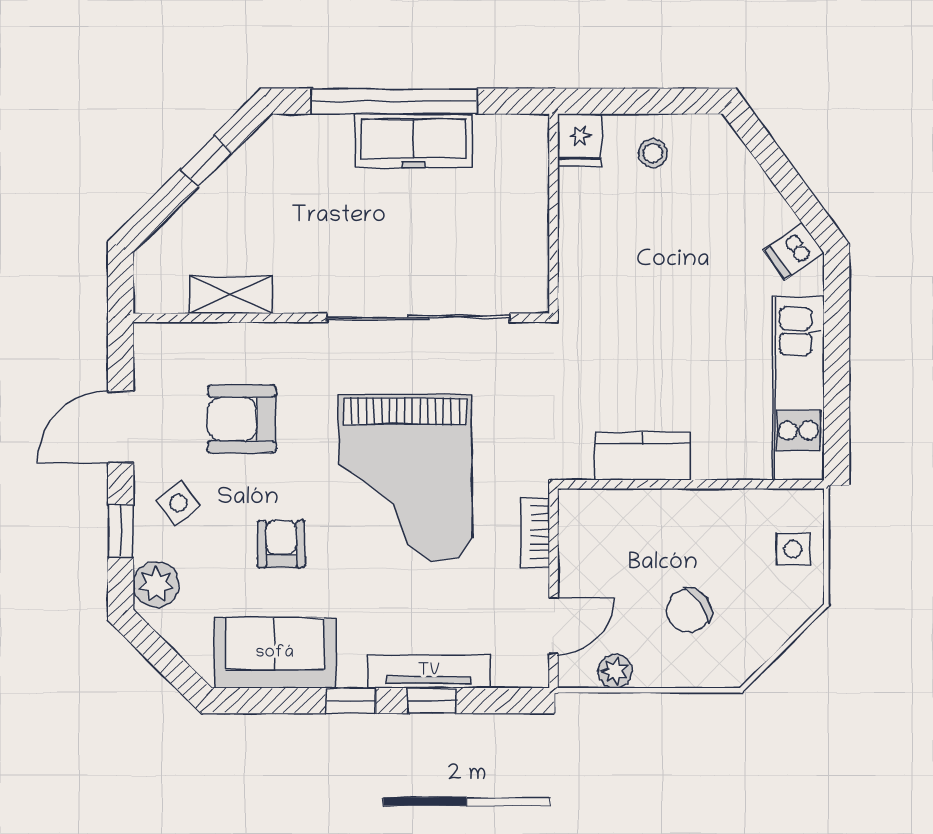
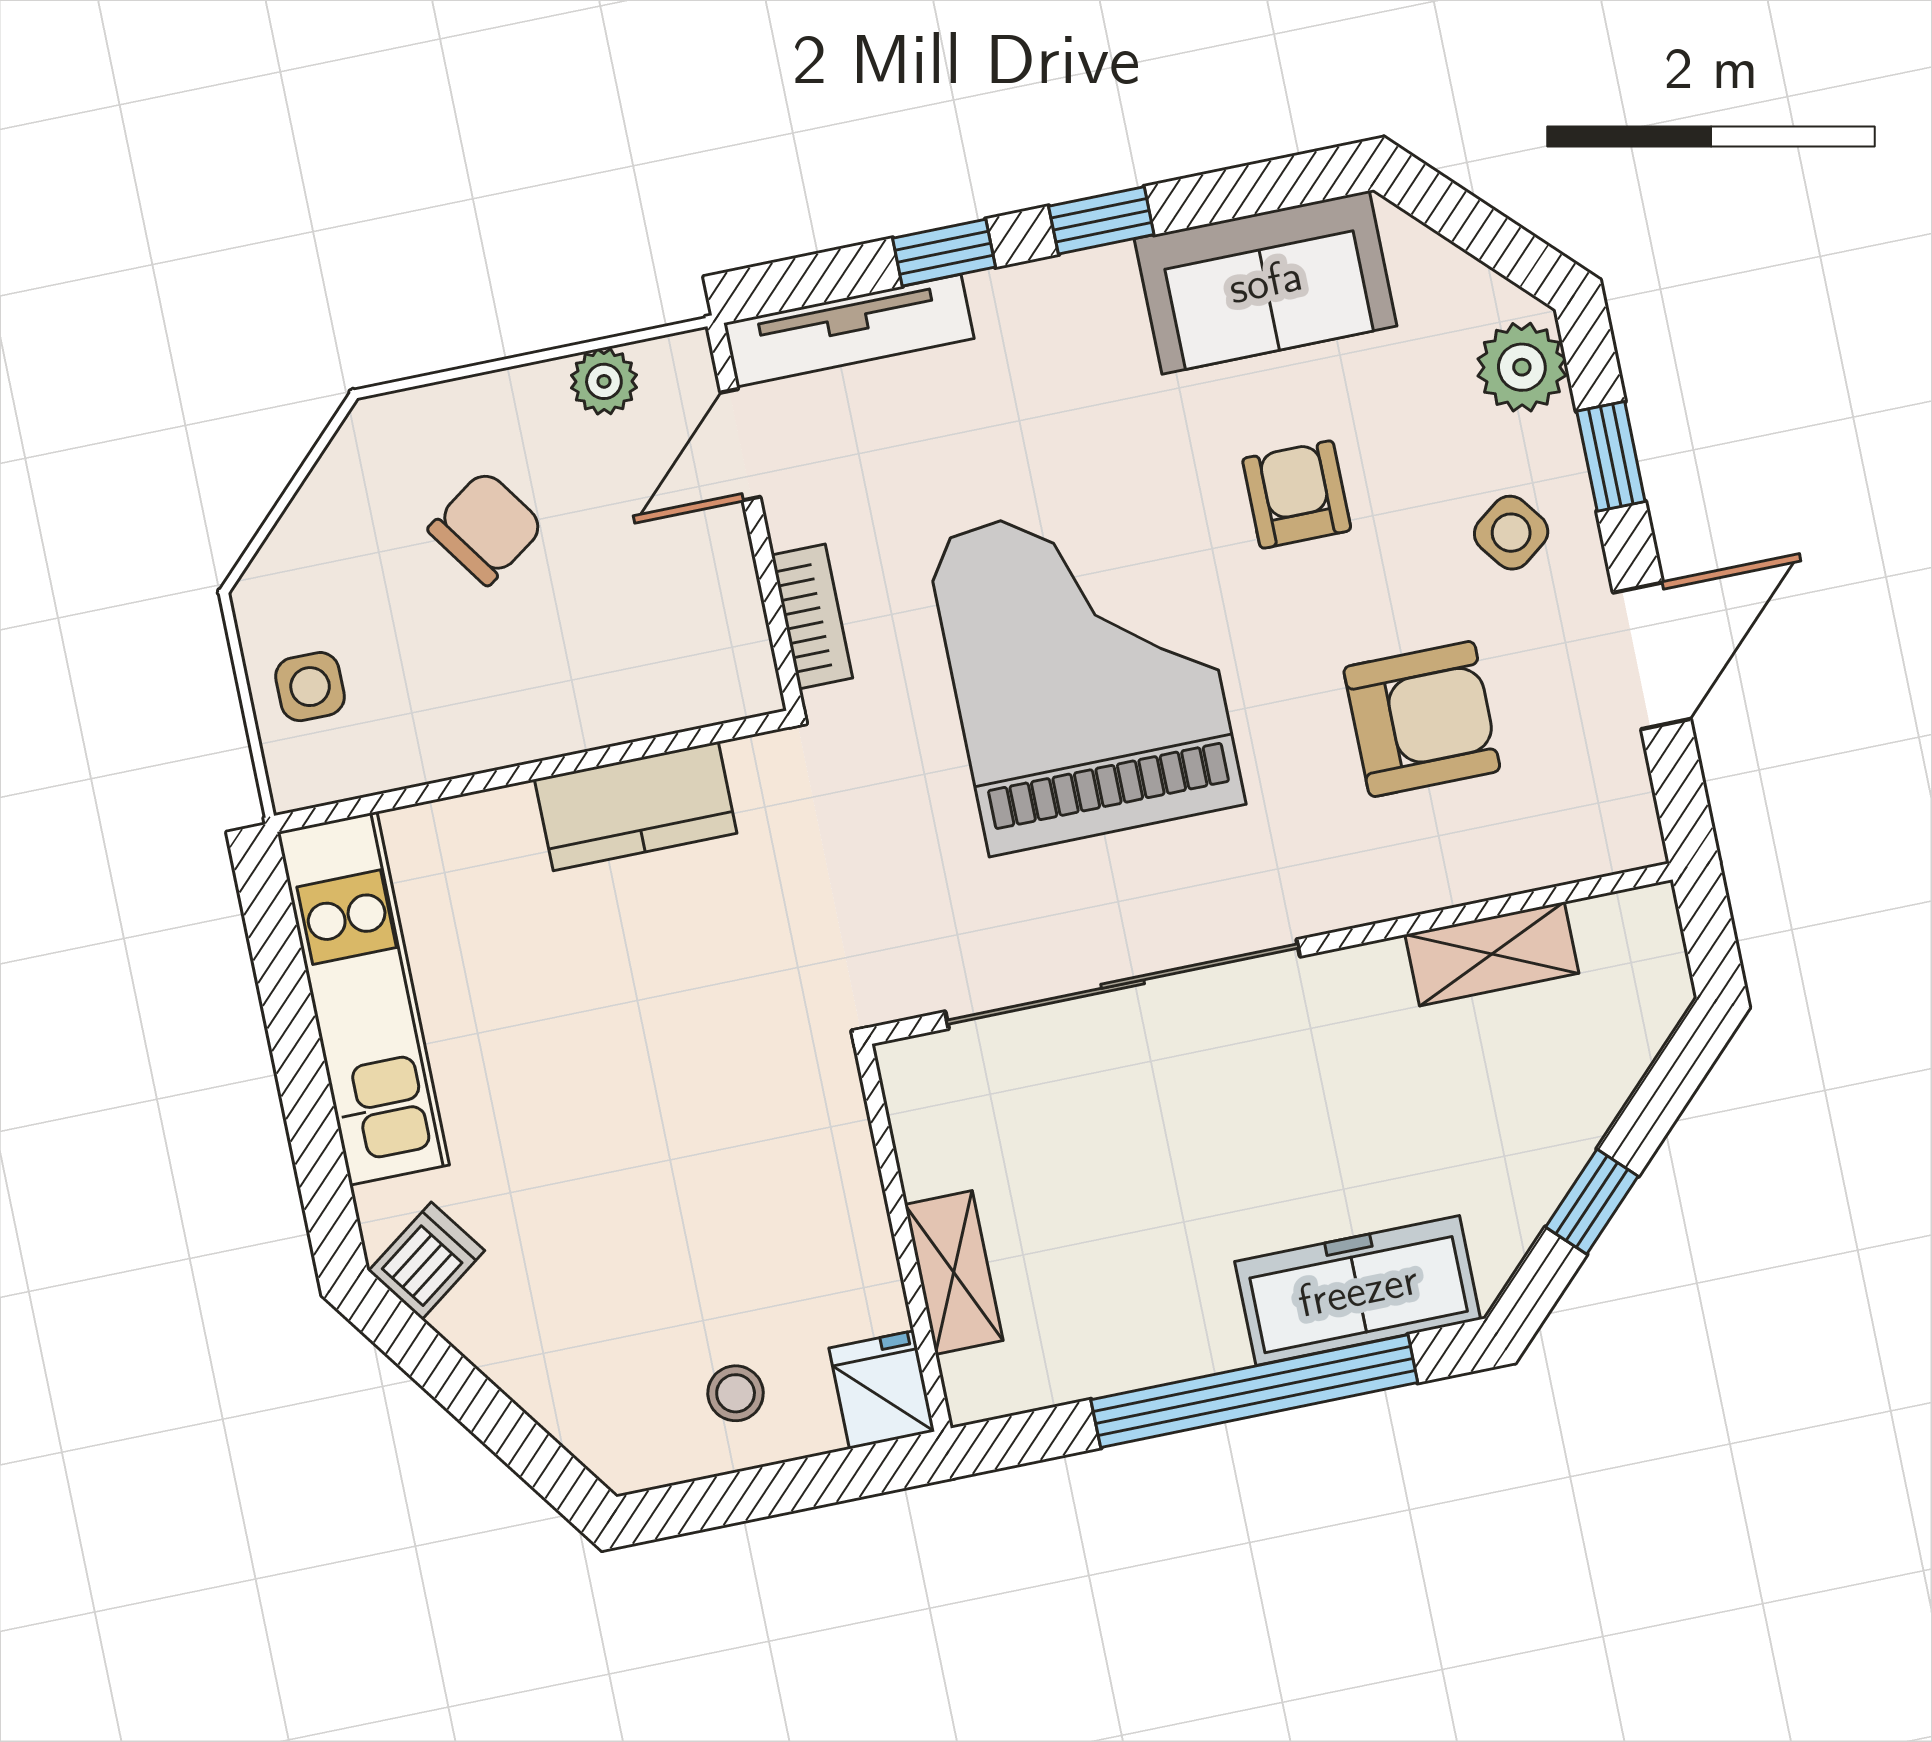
freezer: (414, 141) -> (1358, 1291), moved
shelving: (532, 191) -> (954, 1273), added
armchair: (281, 544) -> (1297, 494), turned 180
tv unit: (429, 671) -> (849, 331), moved

